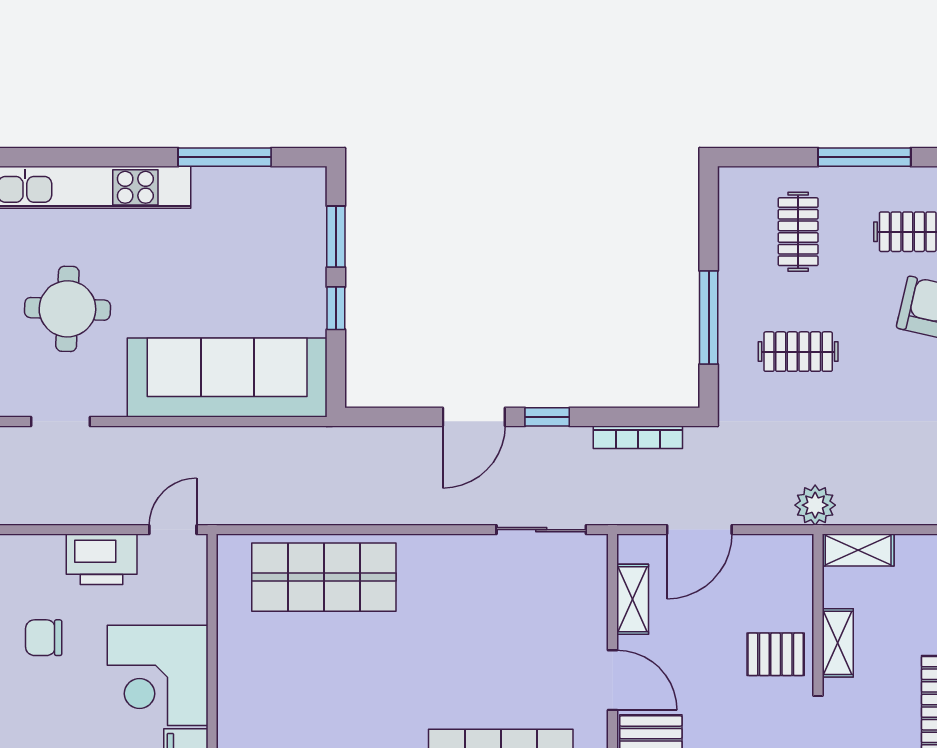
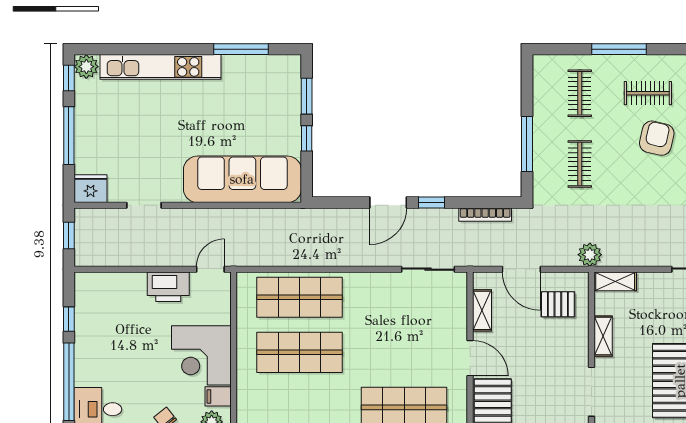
round table: (67, 309) -> (148, 139), removed
clothes rail: (798, 352) -> (580, 164), turned 90
door: (699, 530) -> (521, 269), hinge flipped
chair: (44, 638) -> (134, 333), removed
pallet: (776, 654) -> (558, 304), moved
shop shelf: (324, 670) -> (300, 352), added

